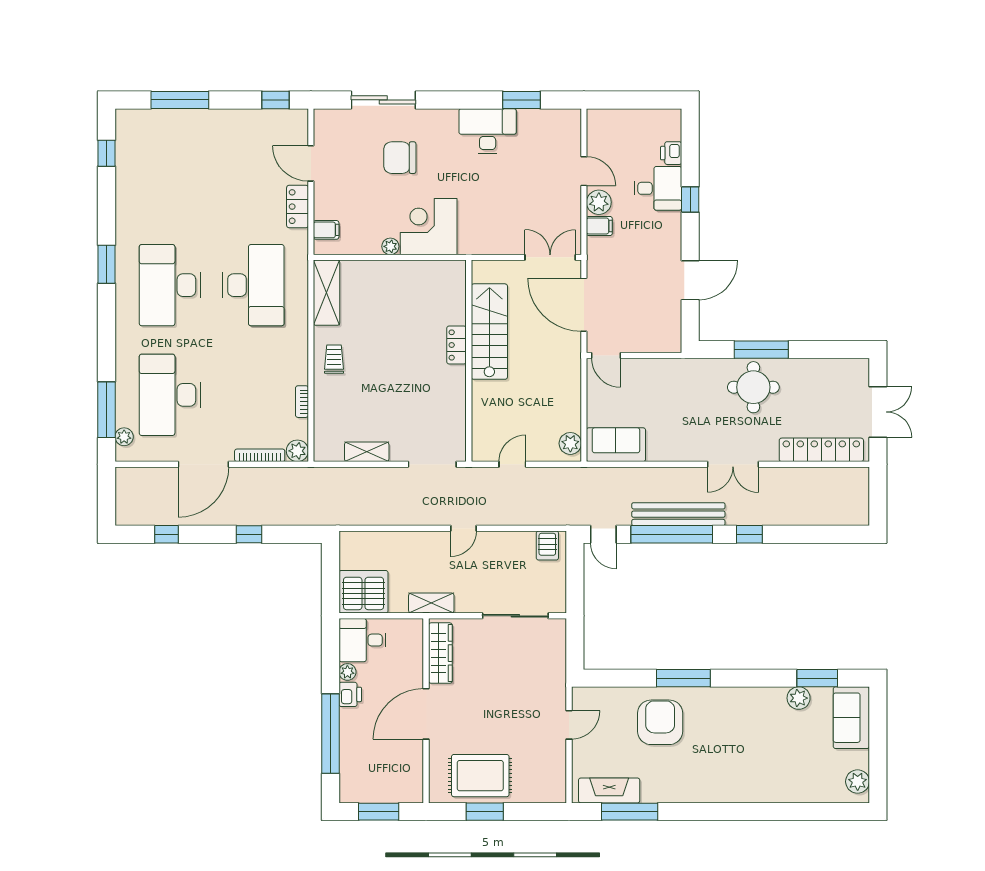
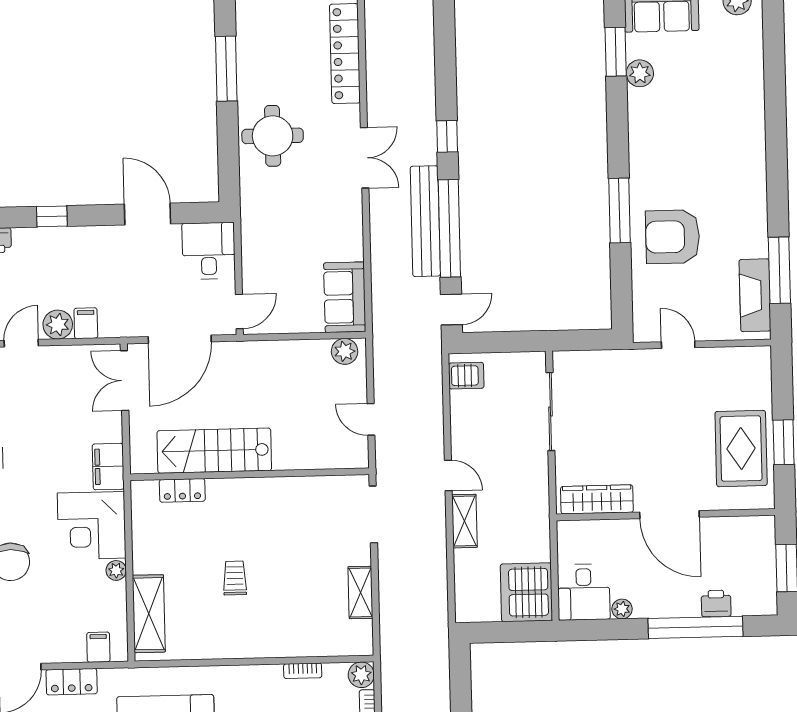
desk: (658, 188) -> (209, 251), moved
filing cabinet: (478, 242) -> (108, 467), added
shelving: (326, 293) -> (149, 614), moved, turned 90
locker: (456, 345) -> (182, 490), moved
window: (761, 350) -> (226, 69), moved
trolley: (334, 359) -> (235, 578), moved, turned 90
shelving: (431, 603) -> (464, 521), moved
printer: (350, 694) -> (716, 603), moved

